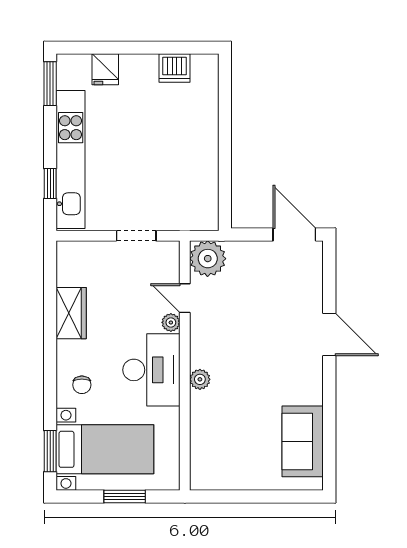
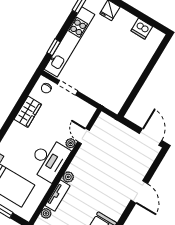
doorway: (136, 236) -> (68, 88), moved
plant: (208, 259) -> (46, 213), moved, width x0.53, depth x0.53
chair: (82, 385) -> (46, 88), moved
tv unit: (201, 420) -> (57, 196), added

